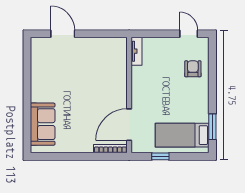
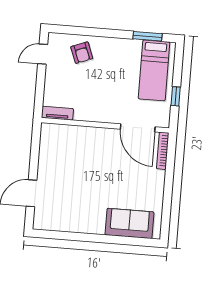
armchair: (193, 69) -> (82, 53), turned -111

